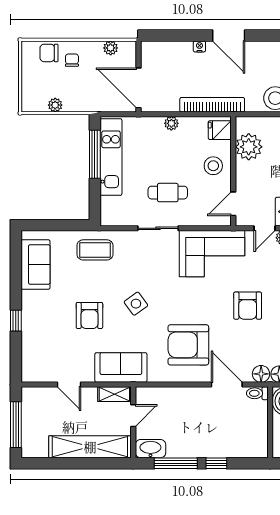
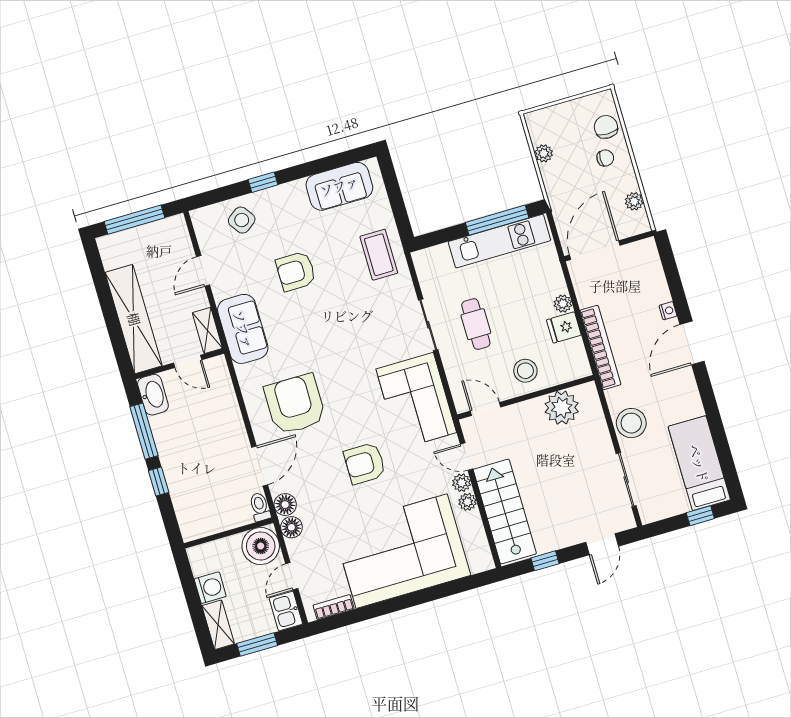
fridge: (220, 130) -> (564, 327), moved, turned -90
side table: (136, 304) -> (242, 220), moved

